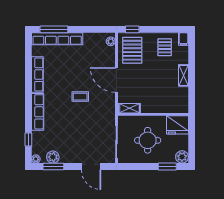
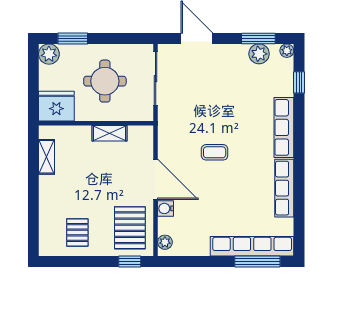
filing cabinet: (184, 39) -> (46, 246), removed
water cooler: (110, 62) -> (166, 208), added
shelving: (183, 75) -> (47, 157), moved
shelving: (129, 108) -> (109, 133), moved

